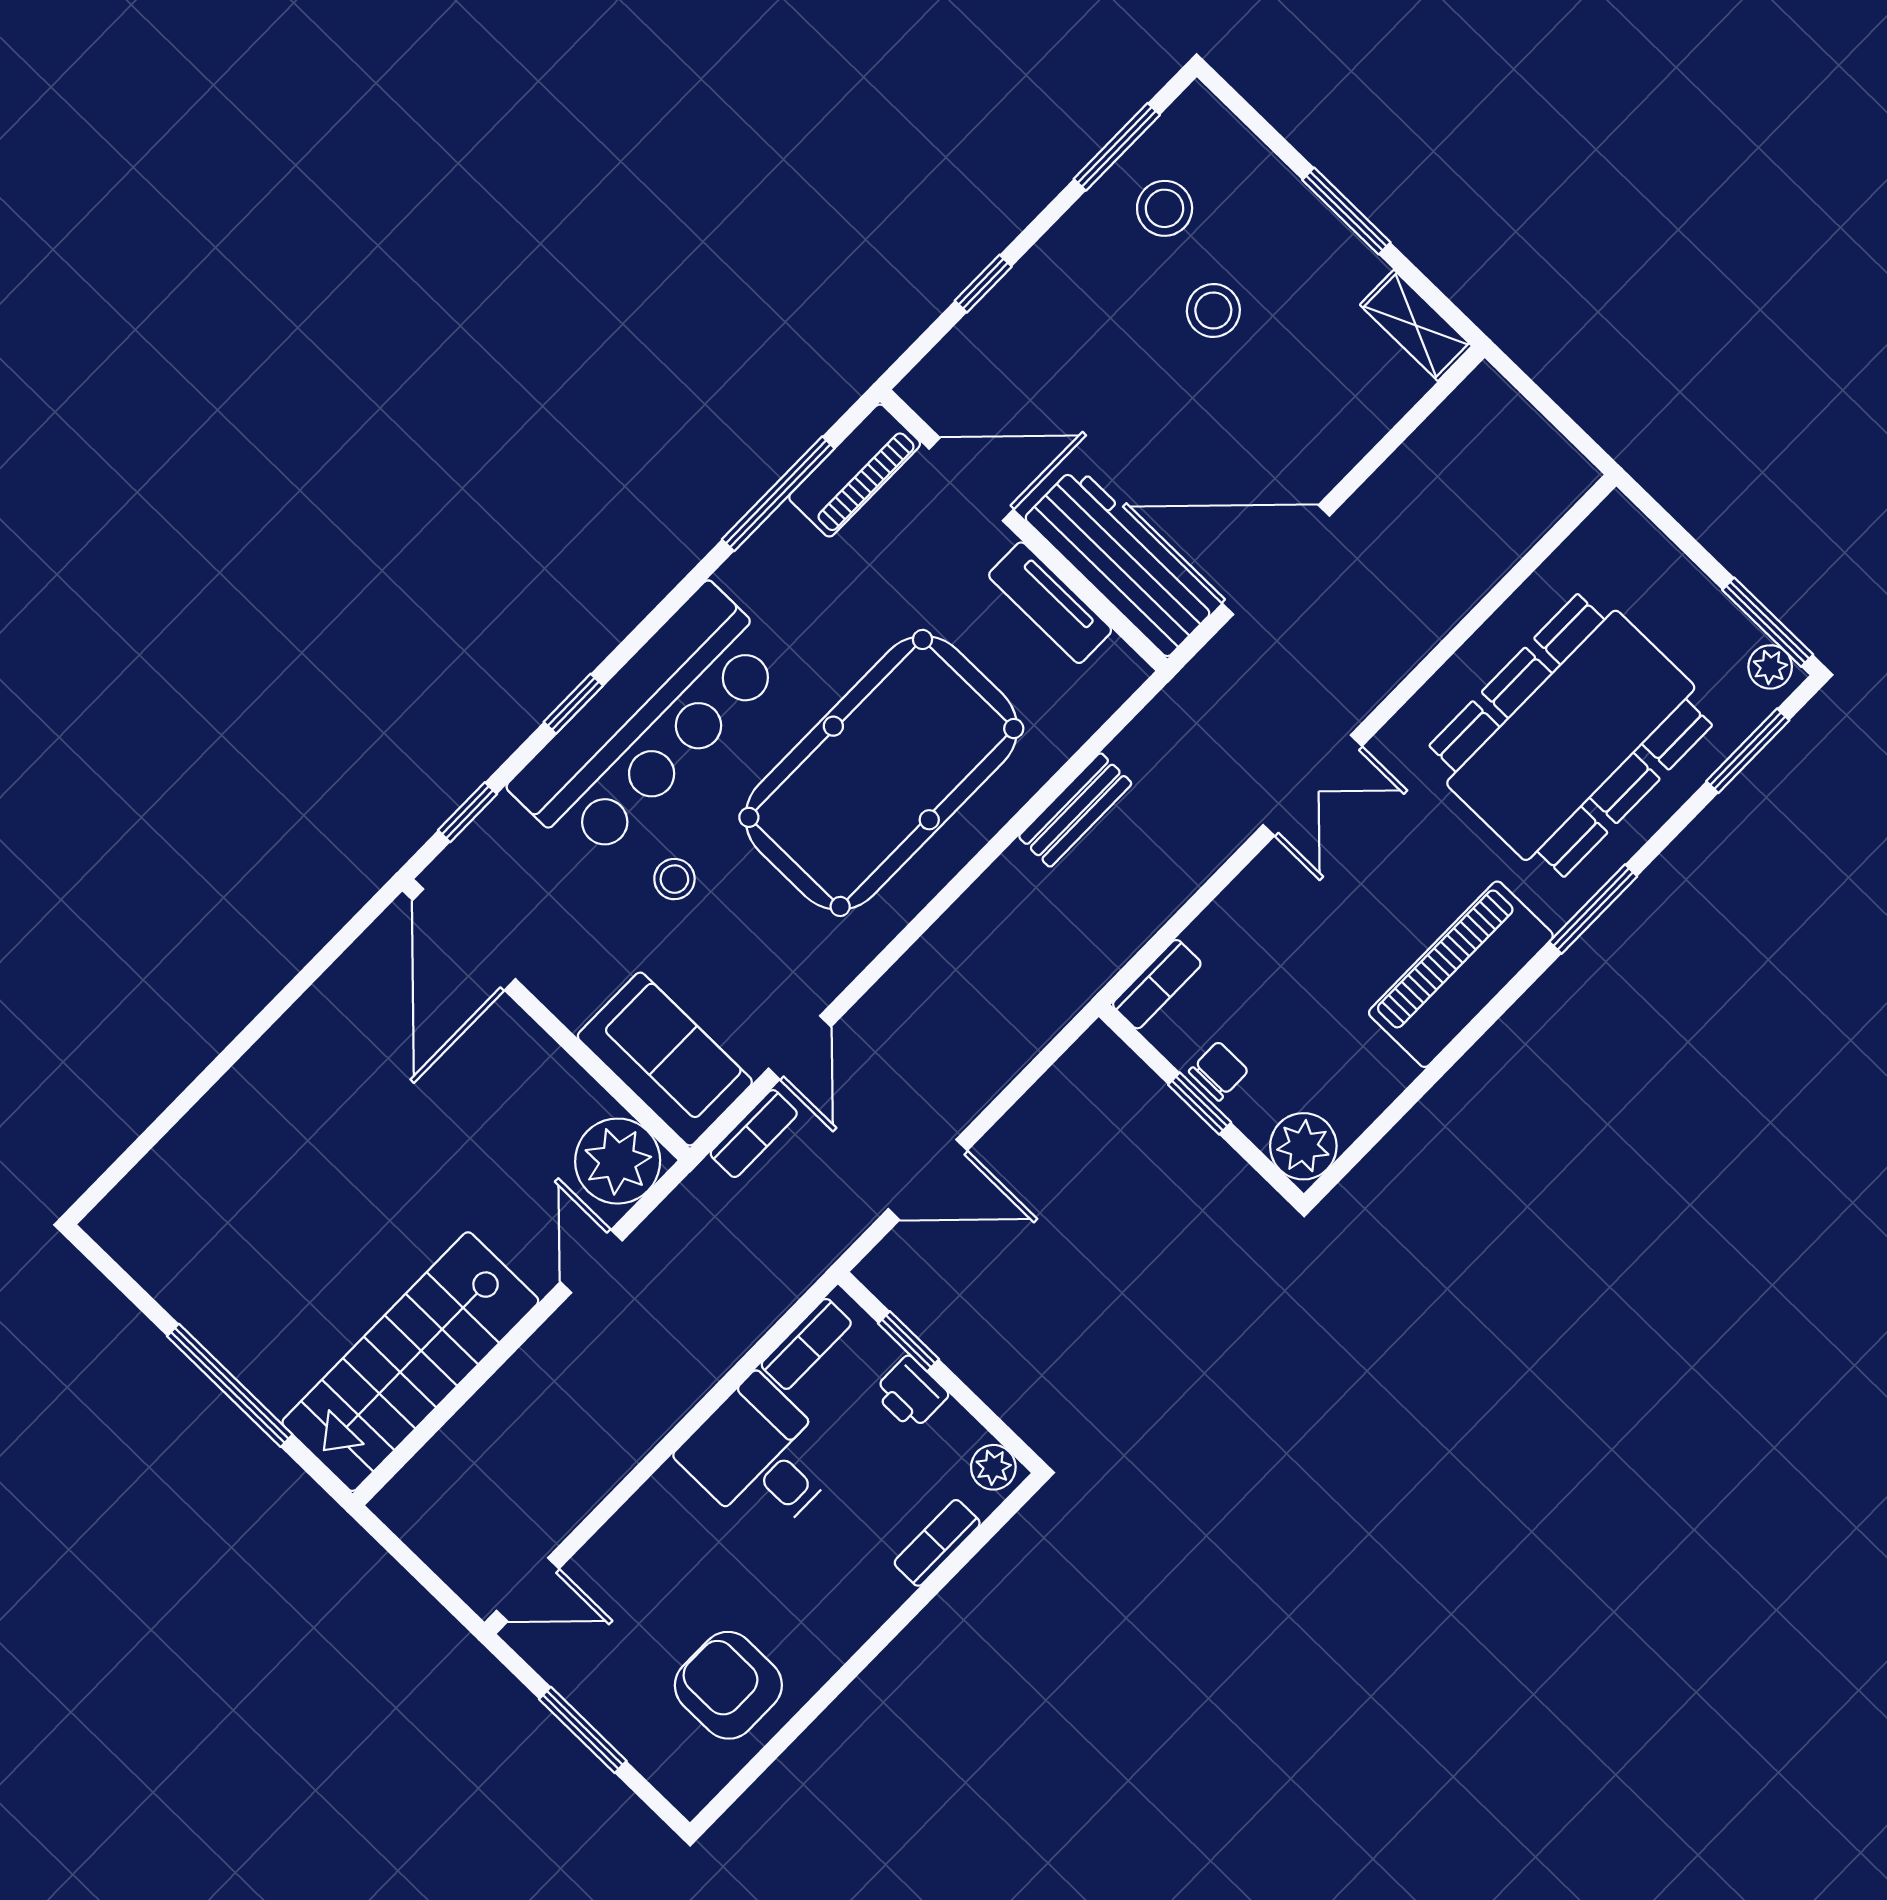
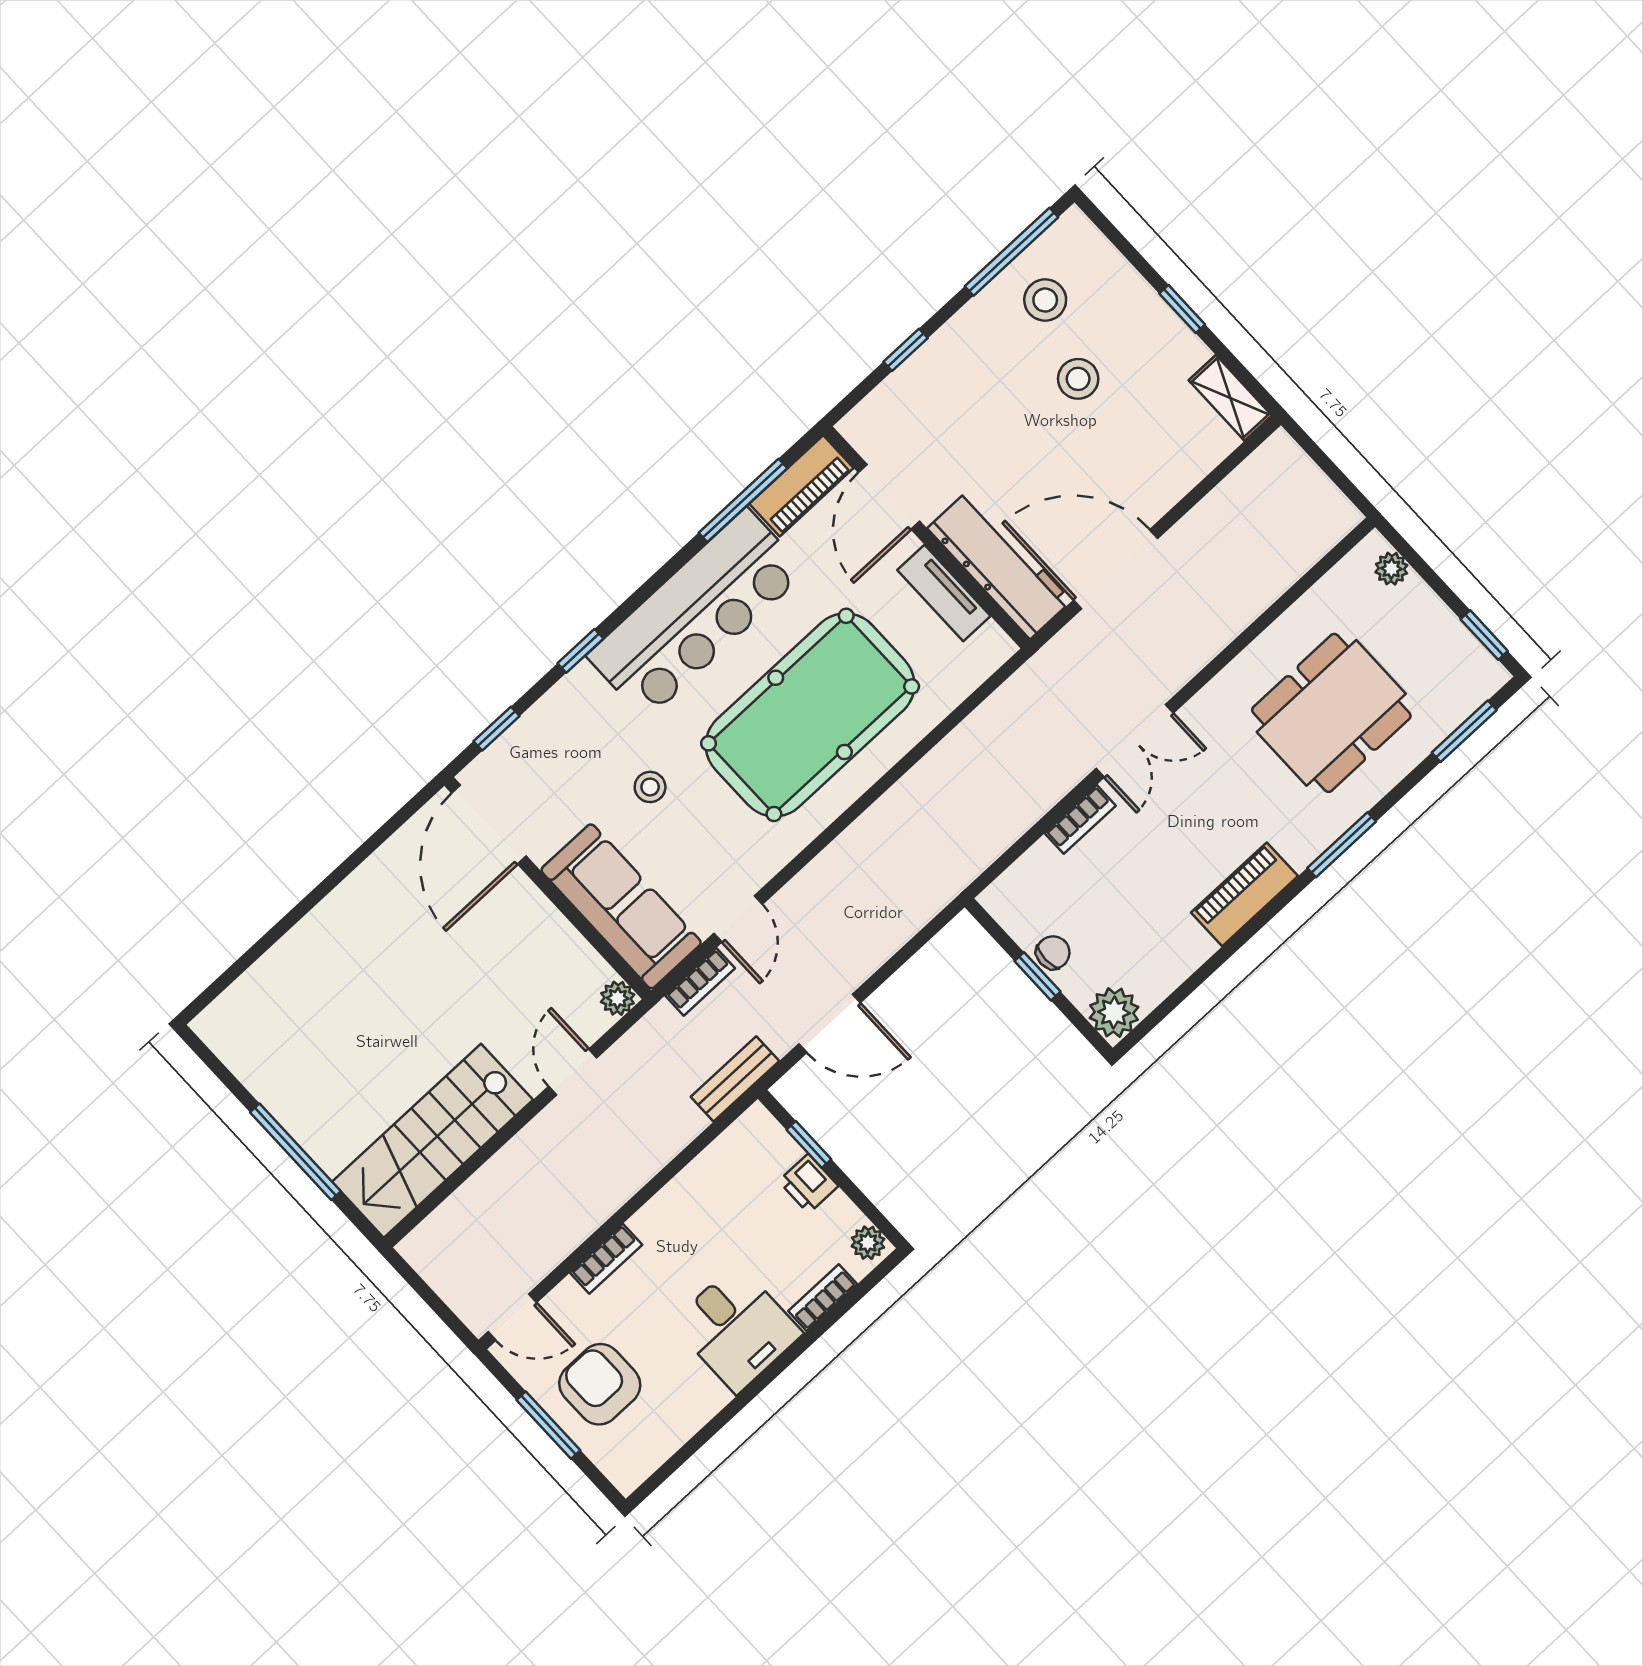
window: (1117, 147) -> (1012, 252), width x1.44
window: (1346, 211) -> (1182, 309), width x0.67
door: (971, 479) -> (889, 497), swing flipped
window: (1768, 622) -> (1484, 635), width x0.67
plant: (1770, 667) -> (1391, 569), moved
bar counter: (649, 724) -> (696, 614), moved
dining table: (1571, 735) -> (1331, 713), width x0.73, depth x0.80
bench: (1075, 810) -> (735, 1079), moved
piano: (1461, 974) -> (1245, 894), width x0.73, depth x0.75
bookcase: (1157, 984) -> (1080, 819), moved
sofa: (665, 1059) -> (621, 906), width x1.36
plant: (618, 1161) -> (618, 998), width x0.53, depth x0.53
bookcase: (806, 1344) -> (606, 1259), moved
desk: (760, 1458) -> (737, 1328), moved, turned 180
armchair: (728, 1685) -> (600, 1384), moved

